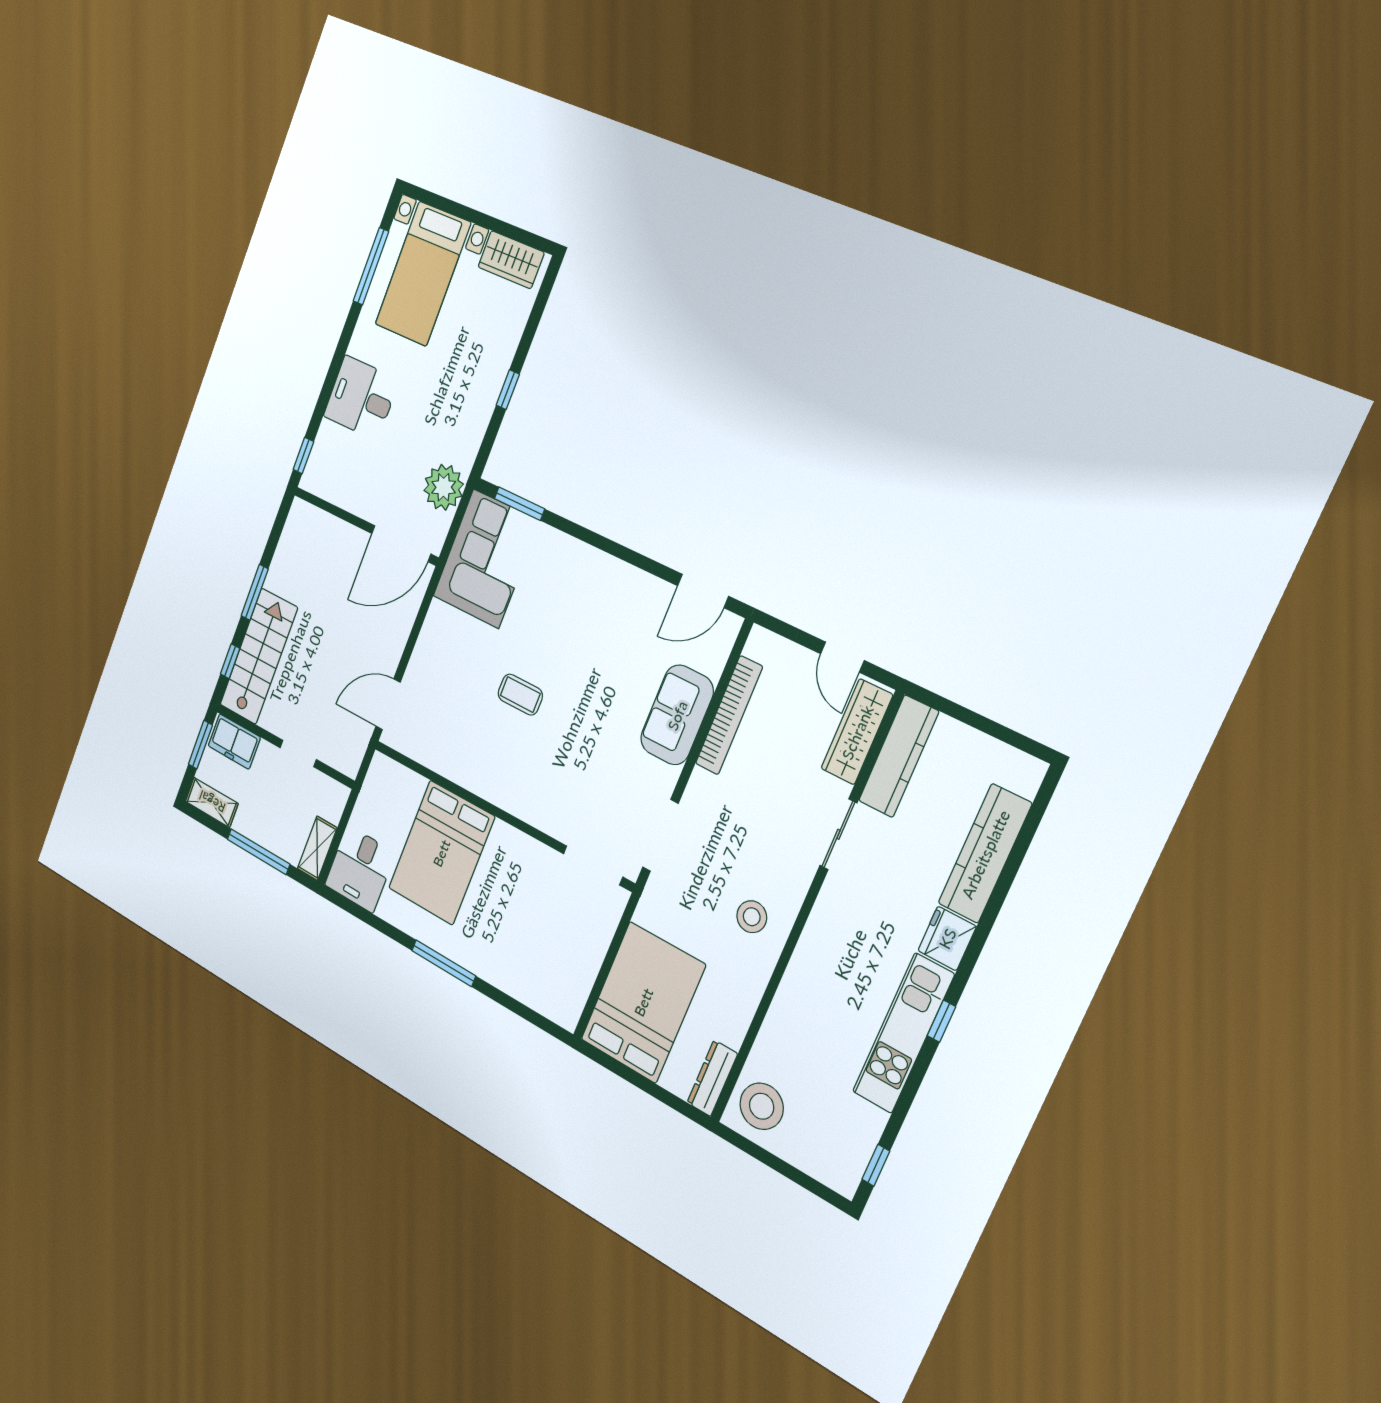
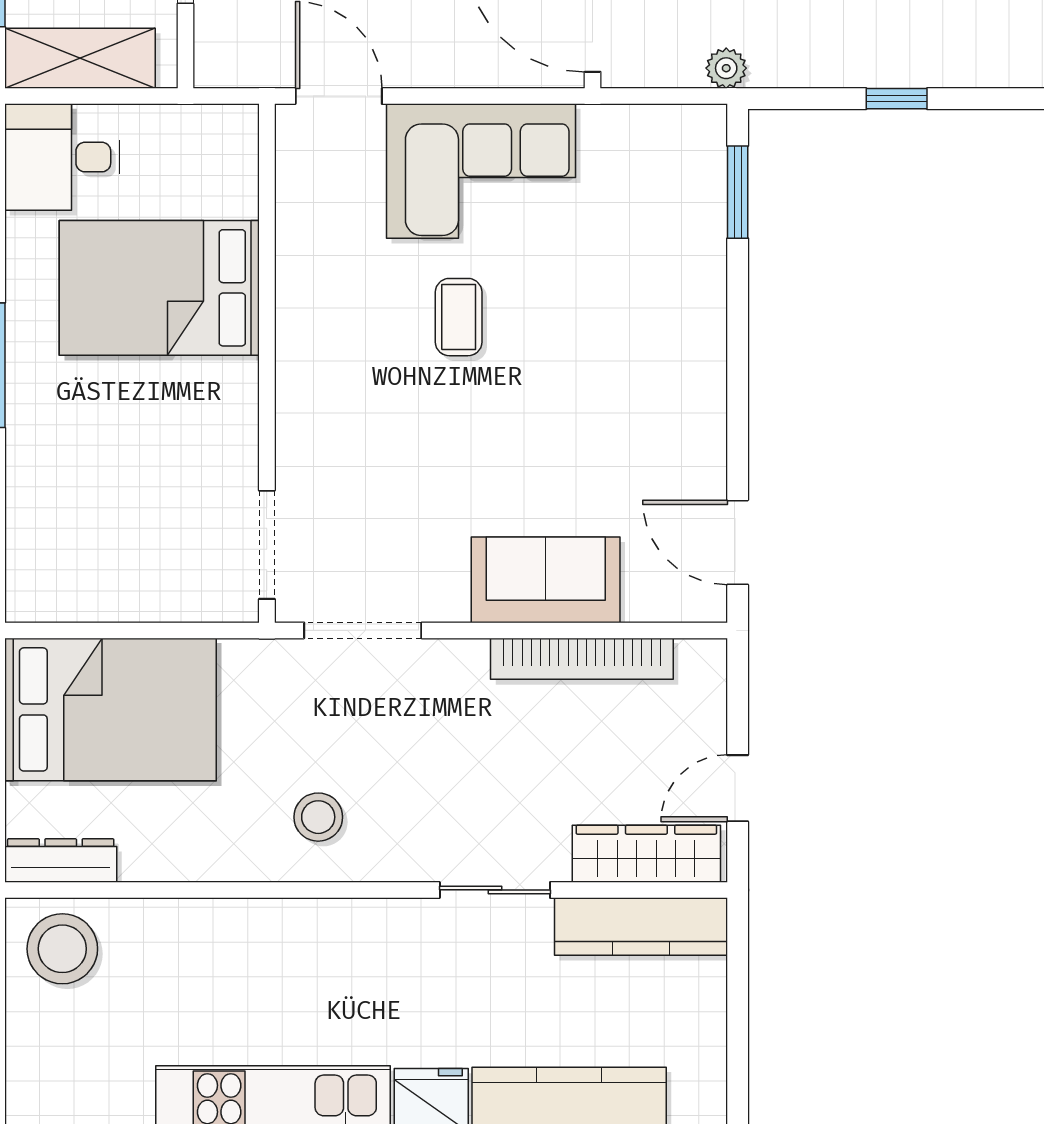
plant: (444, 487) -> (726, 68), width x0.53, depth x0.53
corner sofa: (486, 559) -> (481, 171), moved
shelving: (317, 848) -> (80, 58), width x1.50, depth x1.33

